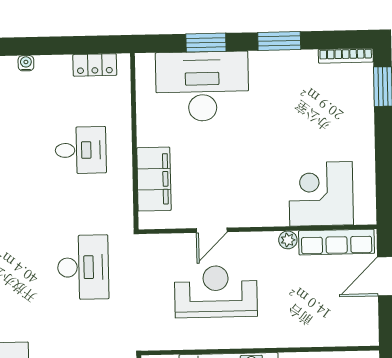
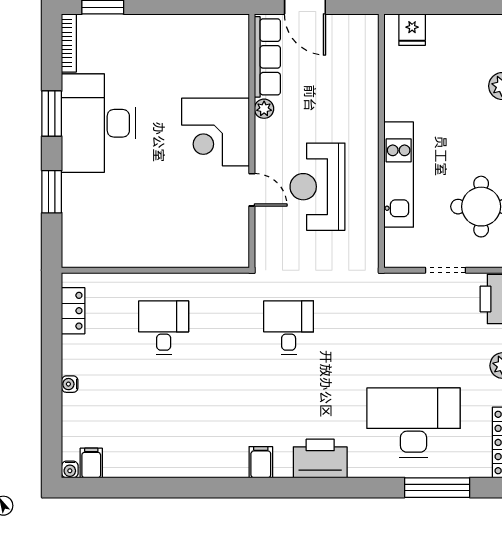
desk: (202, 86) -> (98, 123), moved
filing cabinet: (154, 179) -> (196, 250), removed
corner desk: (321, 194) -> (216, 132), moved
desk: (83, 267) -> (289, 328), width x0.73

